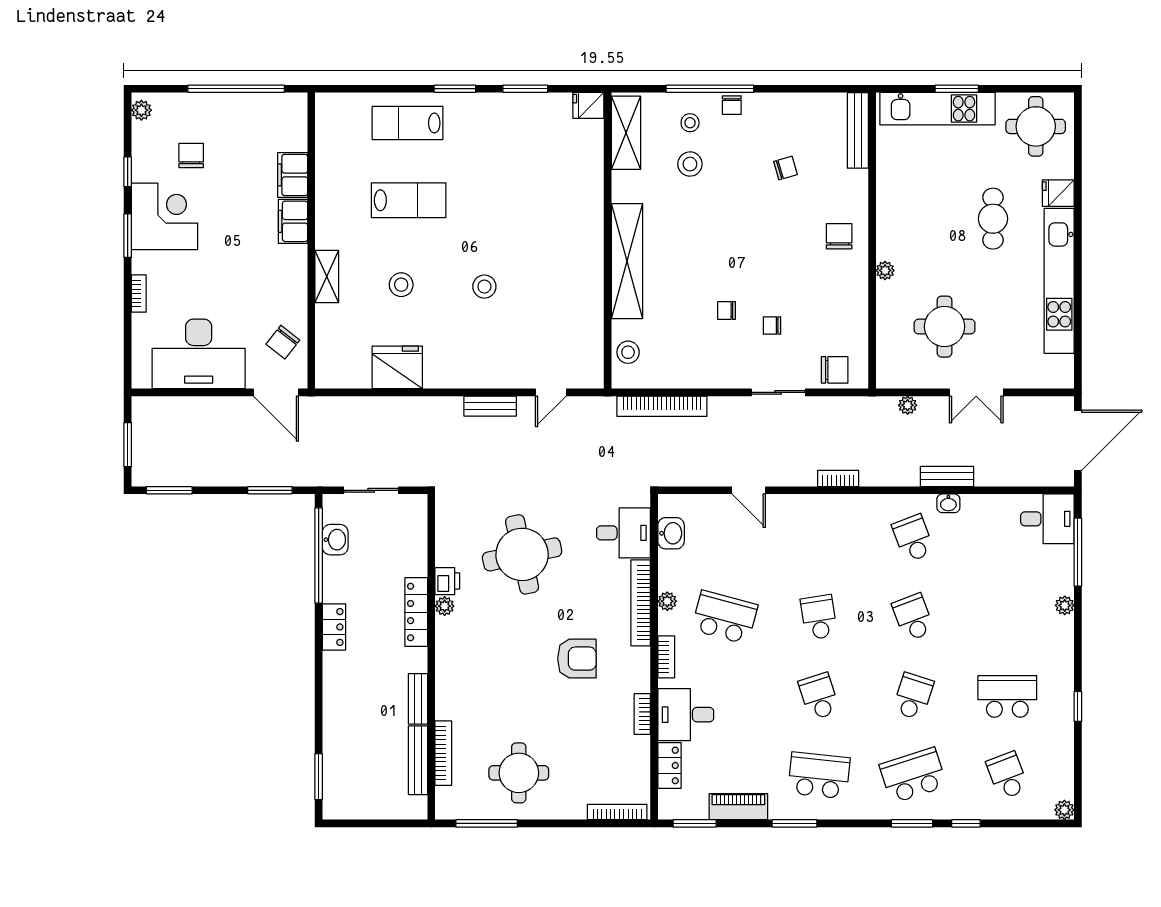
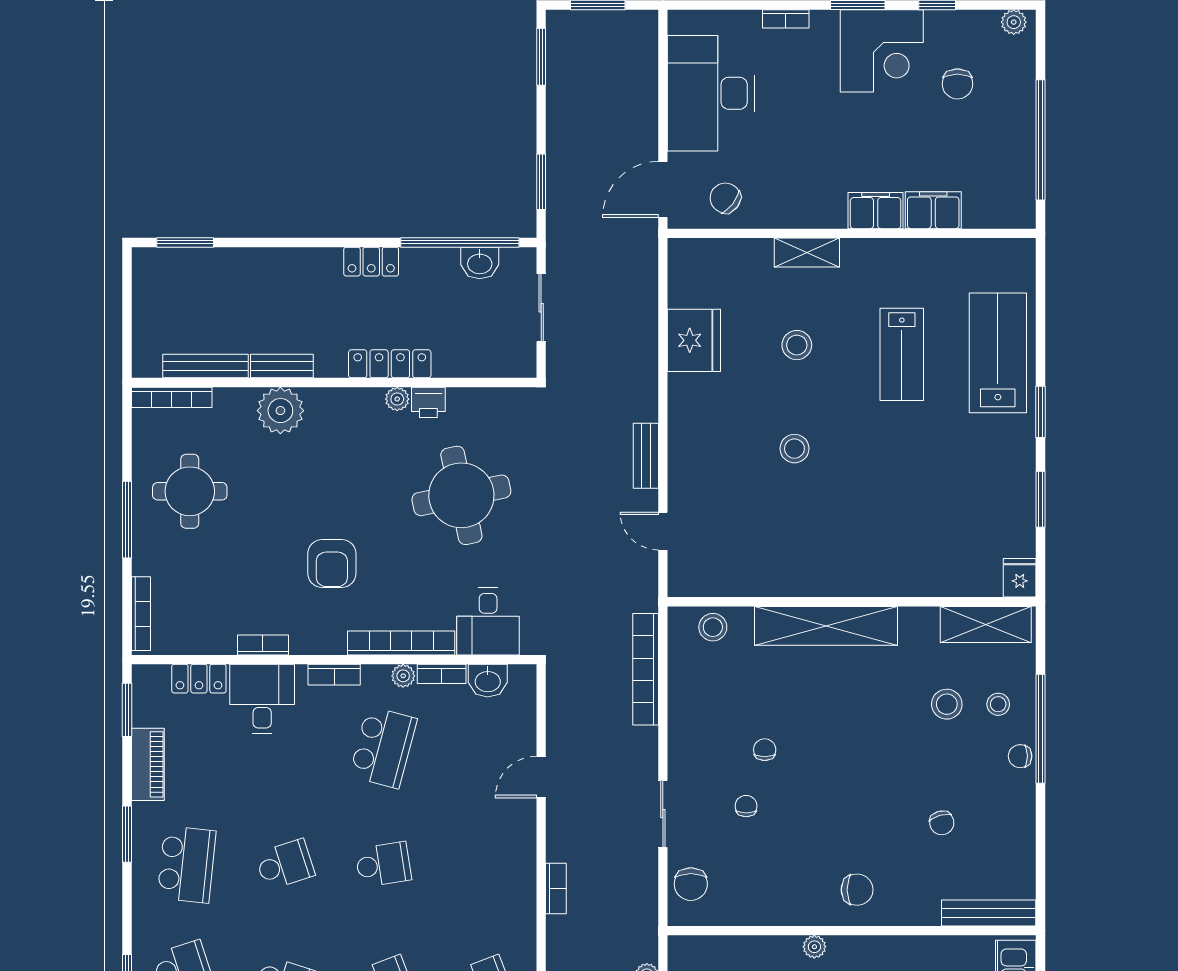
lab bench: (407, 123) -> (998, 353), width x1.36, depth x1.39
chair: (191, 155) -> (957, 84), turned 90
bookcase: (666, 570) -> (442, 674), added
plant: (454, 700) -> (280, 411), added
bookcase: (443, 753) -> (172, 397), moved
window: (487, 823) -> (127, 520), moved

